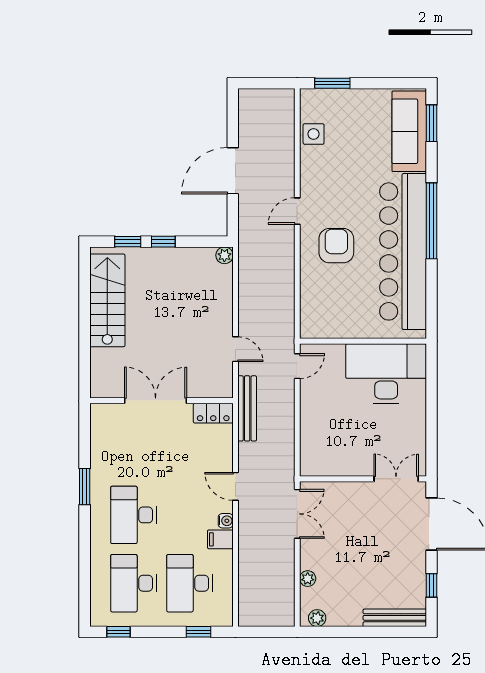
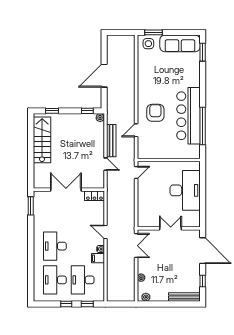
sofa: (409, 131) -> (180, 43), moved, turned -90
side table: (314, 134) -> (148, 44), moved
door: (297, 211) -> (136, 130), moved
window: (432, 221) -> (203, 126), moved
window: (163, 242) -> (87, 111), moved
bar counter: (403, 251) -> (188, 116), width x0.73
desk: (386, 374) -> (185, 190), moved, turned 90
bench: (247, 408) -> (111, 141), moved
double door: (396, 479) -> (171, 228), moved
window: (85, 487) -> (31, 206), moved
window: (118, 632) -> (66, 304), moved

